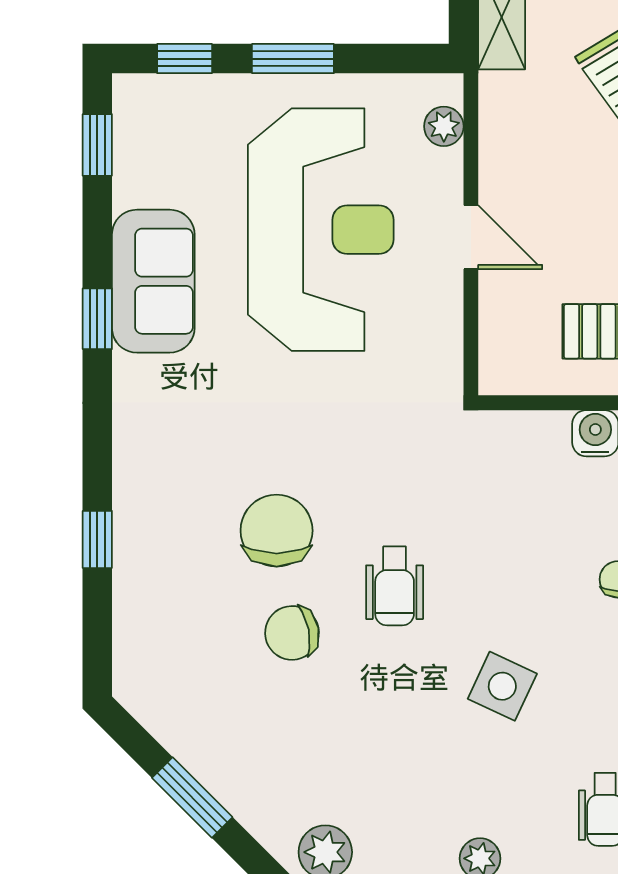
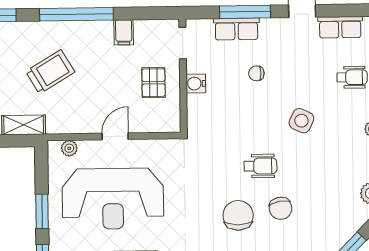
reception desk: (321, 230) -> (113, 199), turned 180
chair: (277, 531) -> (238, 215), turned 90

